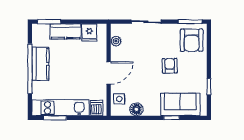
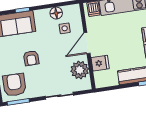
fridge: (89, 33) -> (100, 63), moved, turned 90
plant: (116, 41) -> (80, 70), width x1.87, depth x1.87
side table: (119, 99) -> (65, 28), moved

